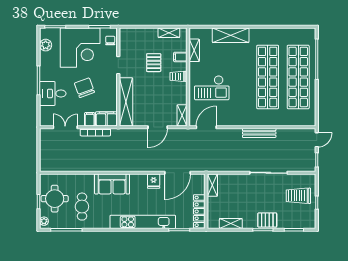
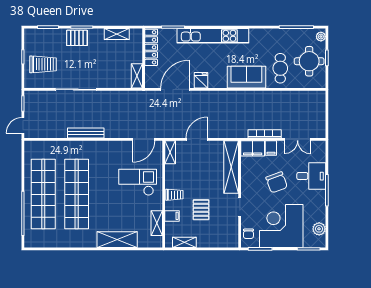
cafe table: (82, 207) -> (280, 68), moved

